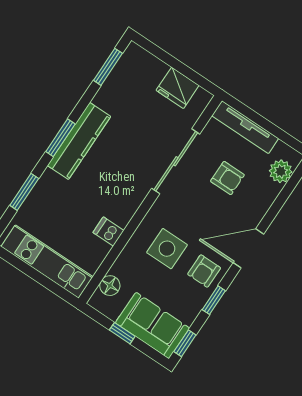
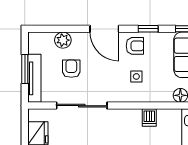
window: (264, 123) -> (25, 69), added
plant: (281, 171) -> (63, 40), moved
side table: (167, 249) -> (136, 76), width x0.54, depth x0.54

